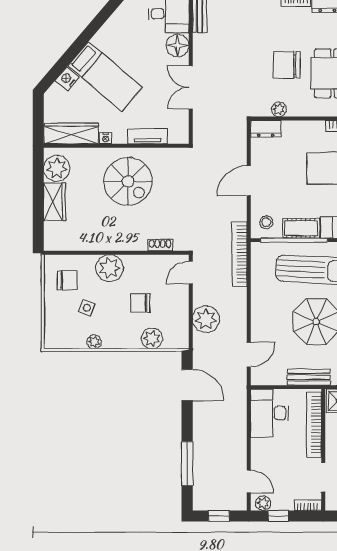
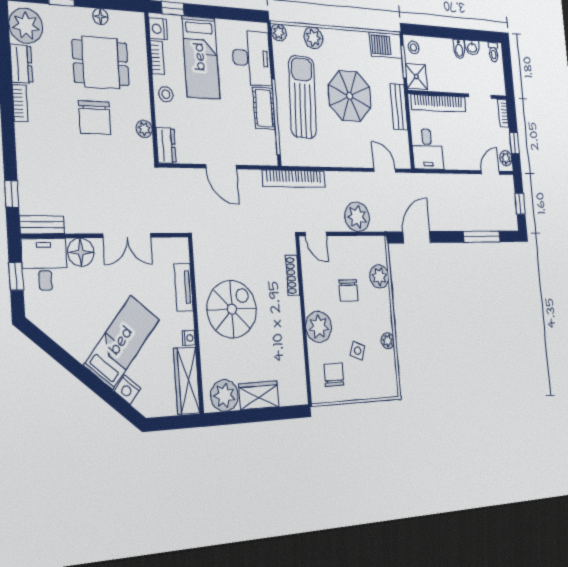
stool: (266, 222) -> (166, 94), moved
shoe rack: (160, 245) -> (293, 275), width x1.43
desk: (270, 413) -> (427, 149), width x0.73

